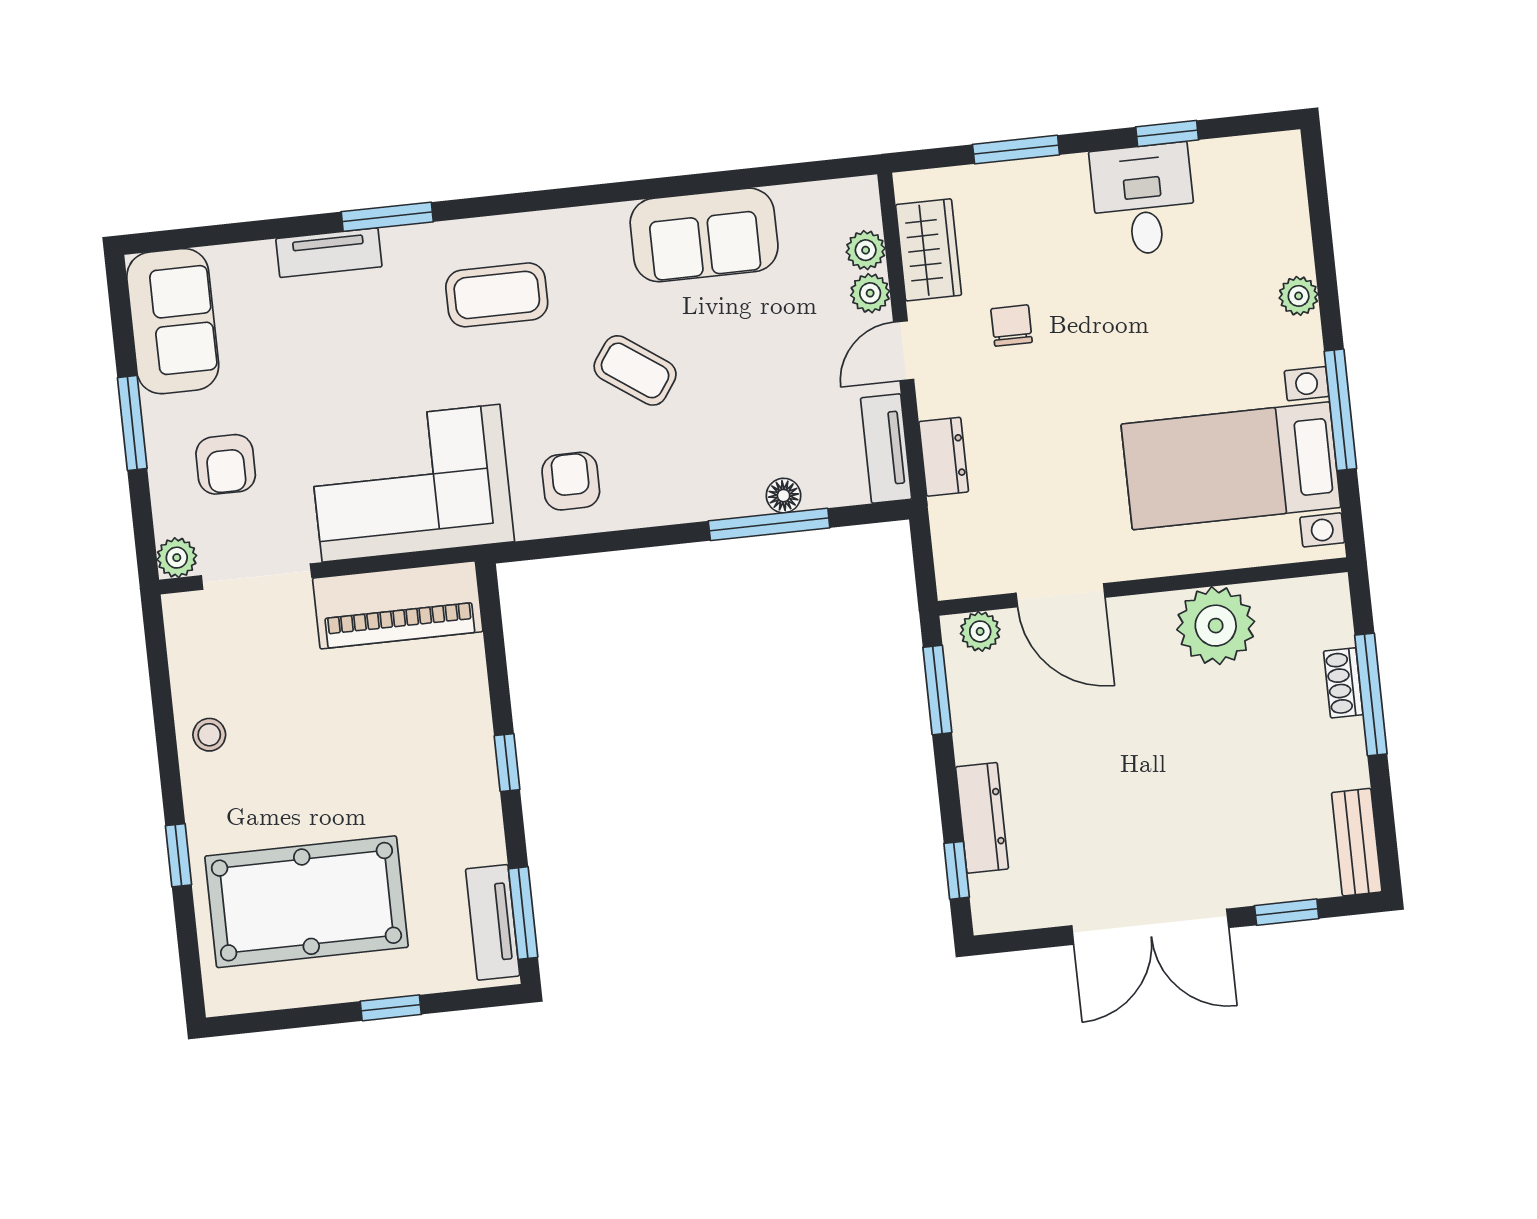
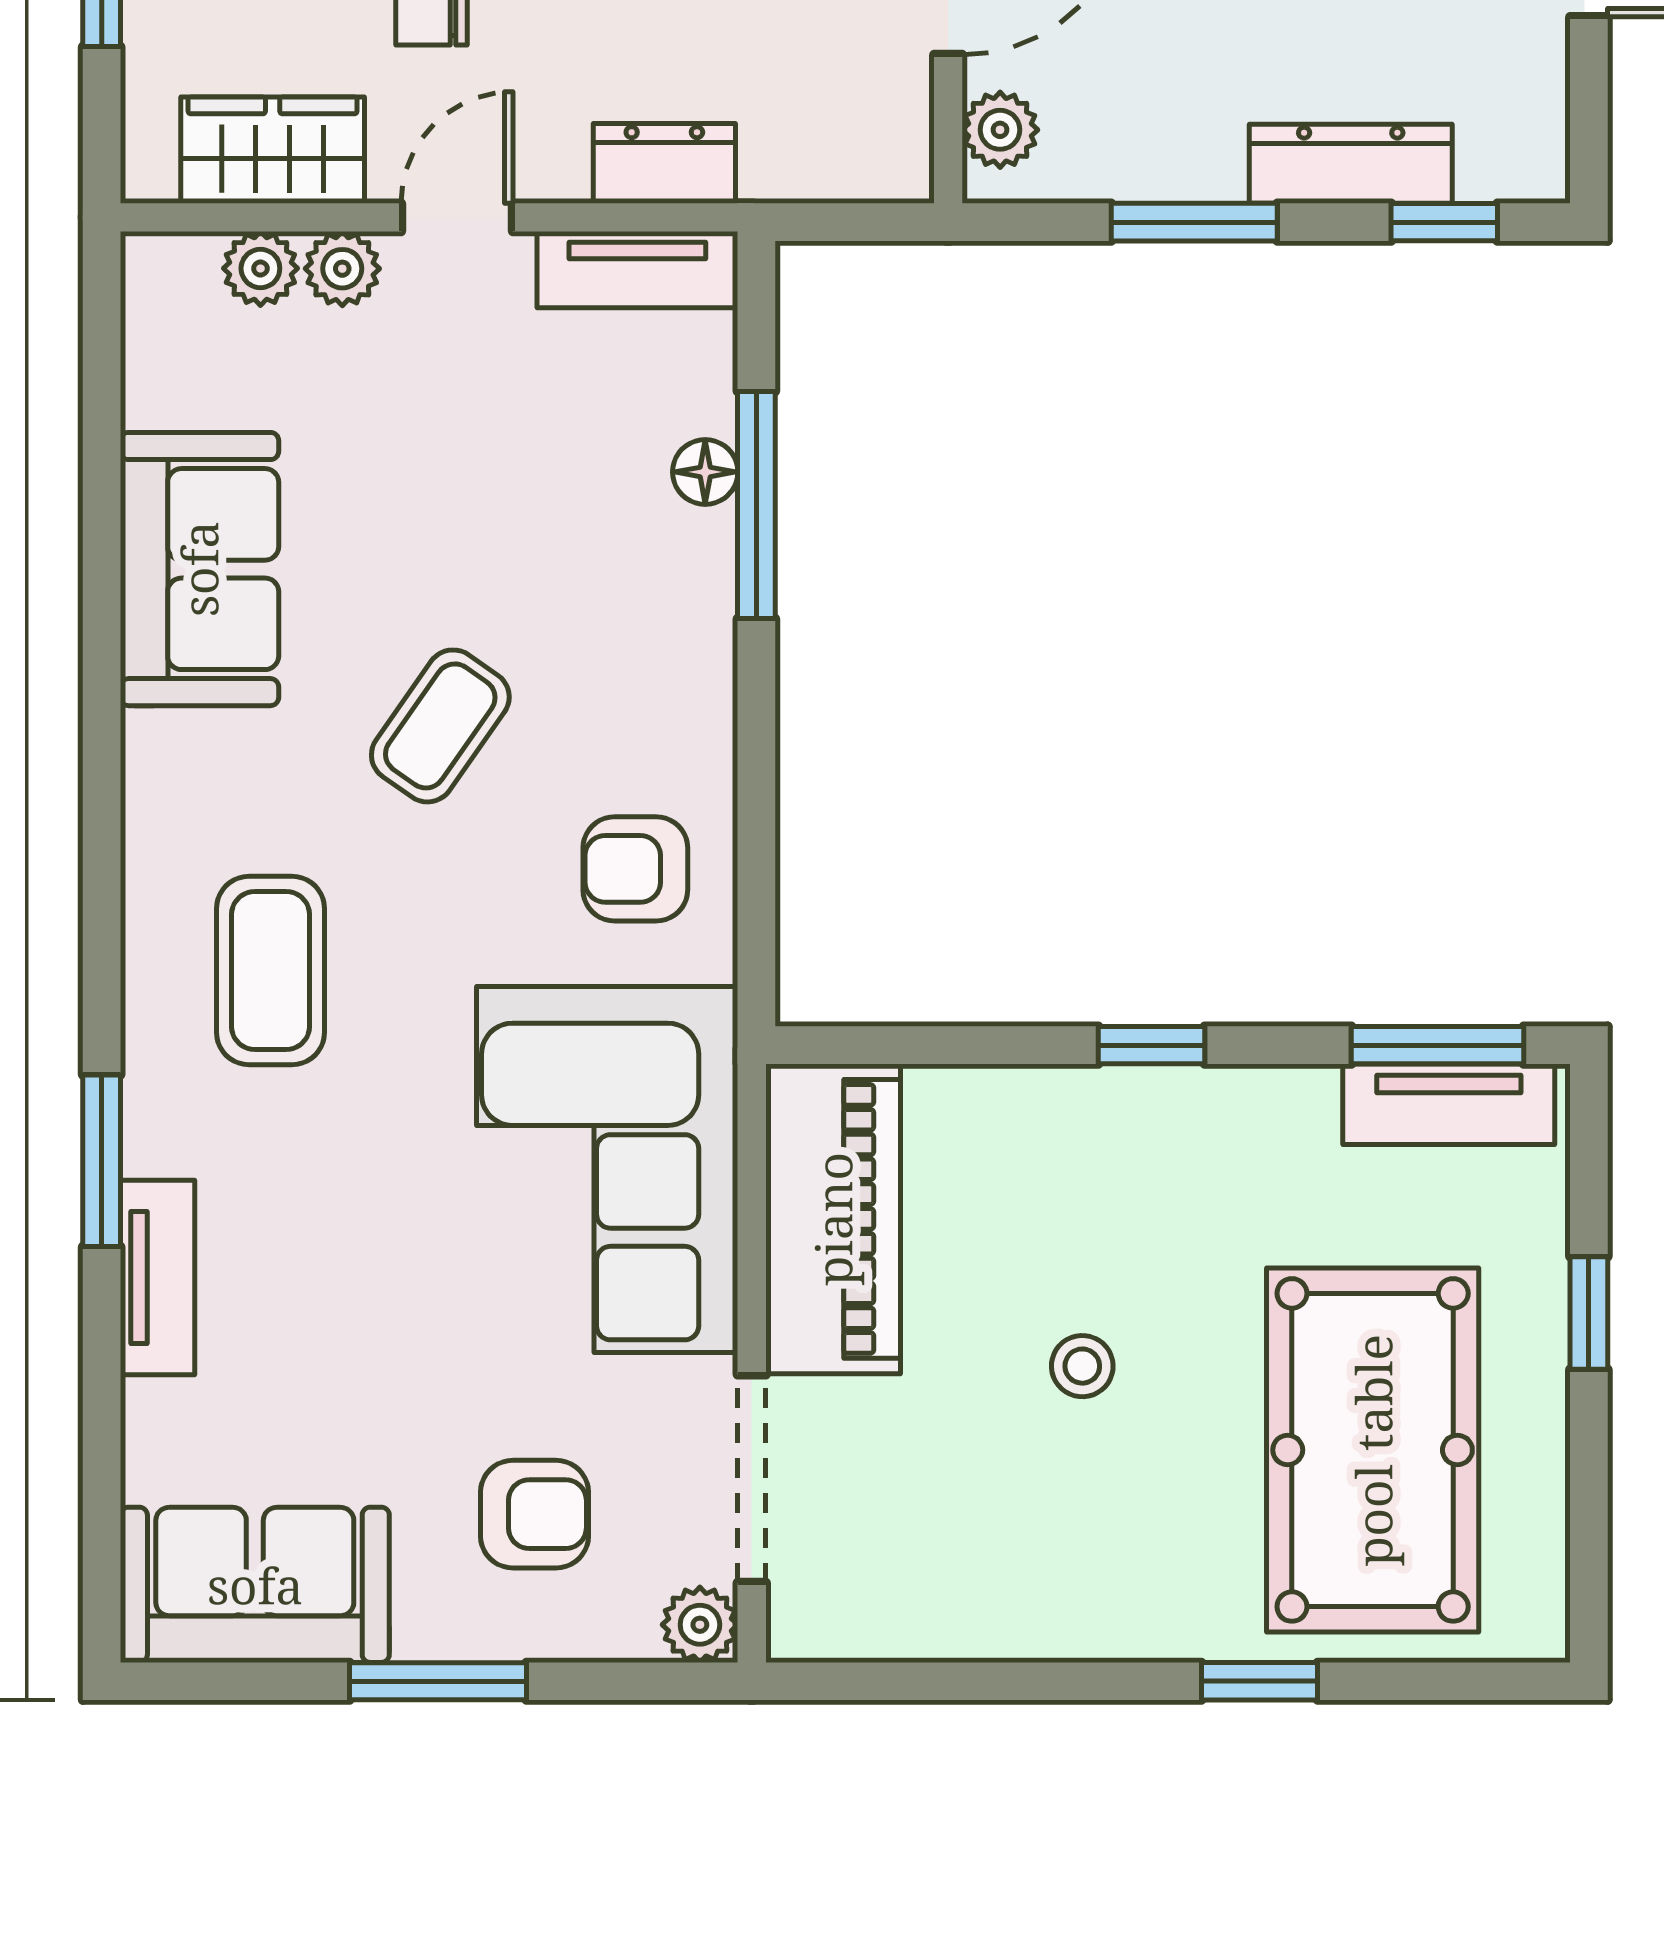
door: (904, 351) -> (457, 217), swing flipped
window: (937, 690) -> (1194, 222), moved
stool: (209, 735) -> (1082, 1366), moved

